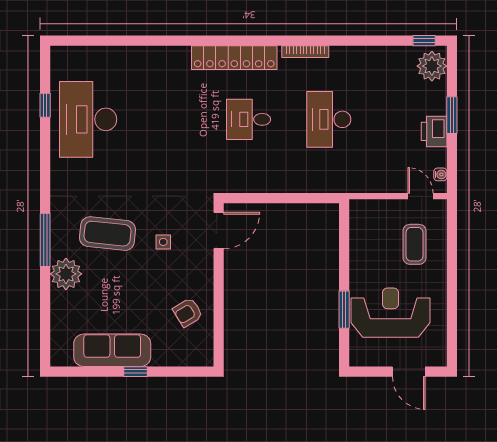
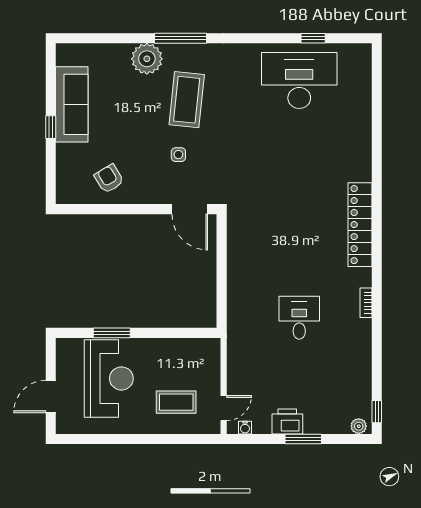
bookcase: (305, 52) -> (366, 303), width x0.64
plant: (432, 66) -> (359, 426), width x0.53, depth x0.53
desk: (249, 119) -> (299, 239), removed
desk: (329, 119) -> (299, 318), width x0.73

